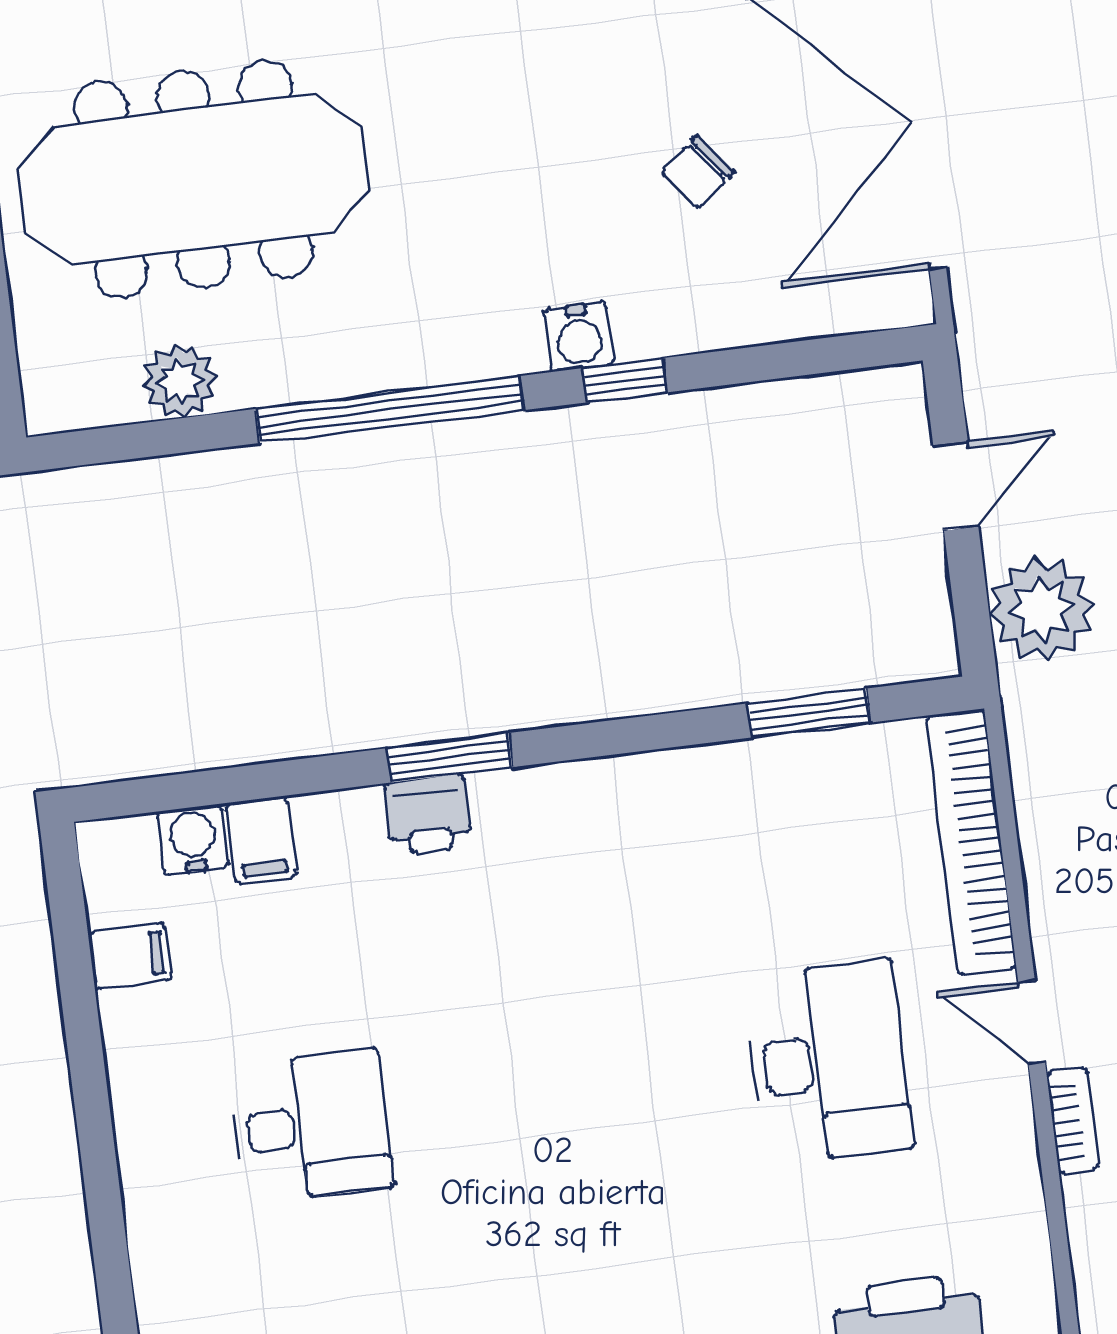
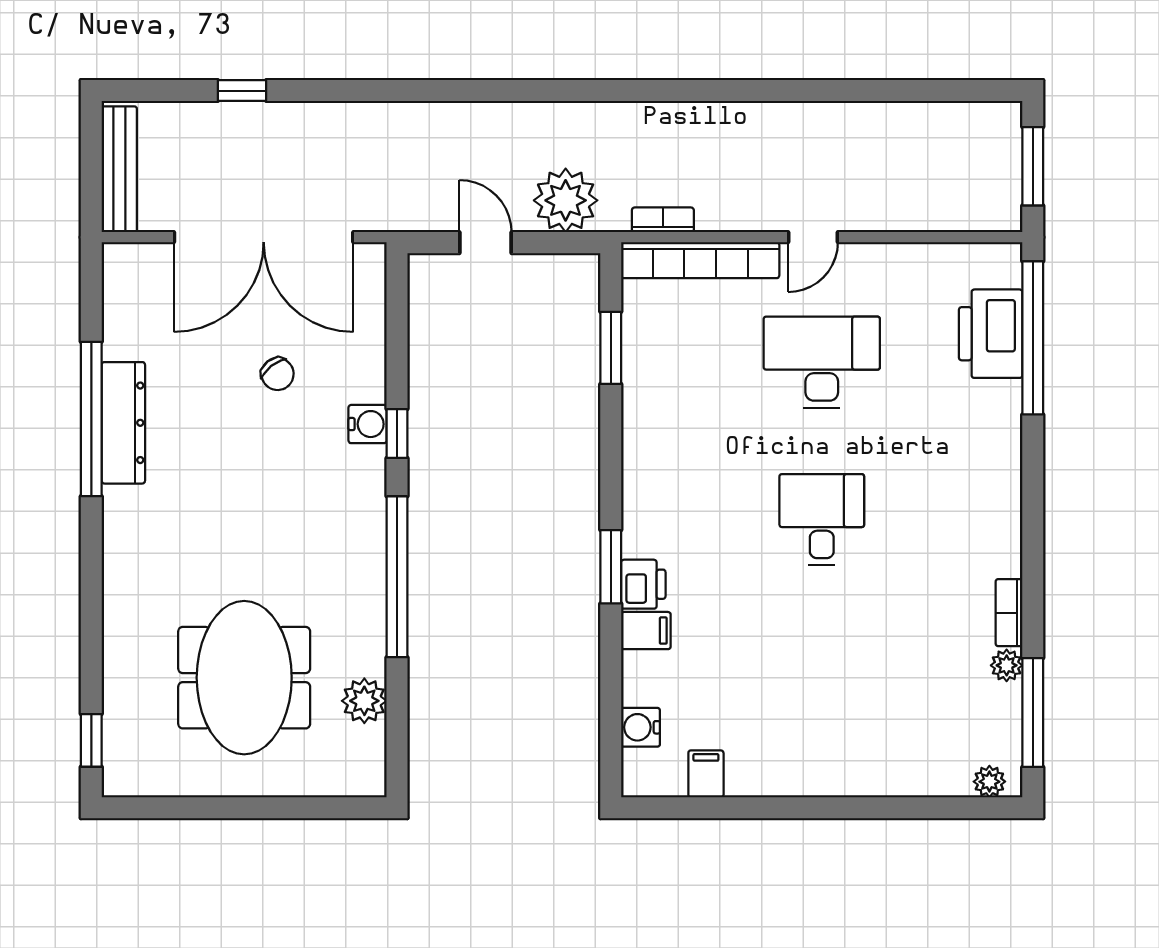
meeting table: (193, 179) -> (244, 678), width x0.73
water cooler: (579, 337) -> (368, 424), moved
filing cabinet: (262, 840) -> (646, 631), moved
bookcase: (1073, 1120) -> (663, 220), moved
desk: (312, 1126) -> (822, 520), moved

